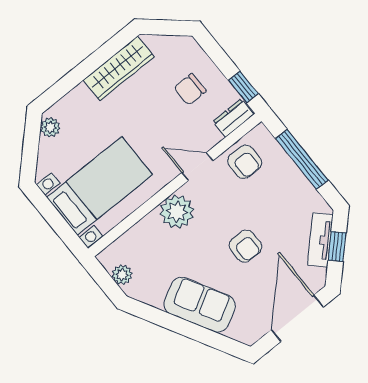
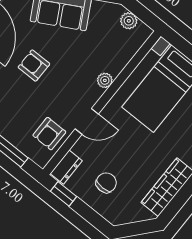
armchair: (245, 162) -> (49, 134), turned -90
plant: (177, 212) -> (105, 80), width x0.53, depth x0.53

